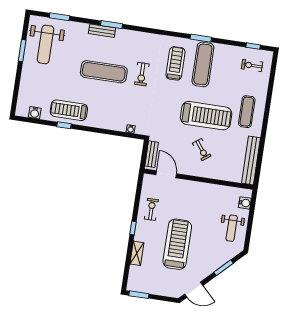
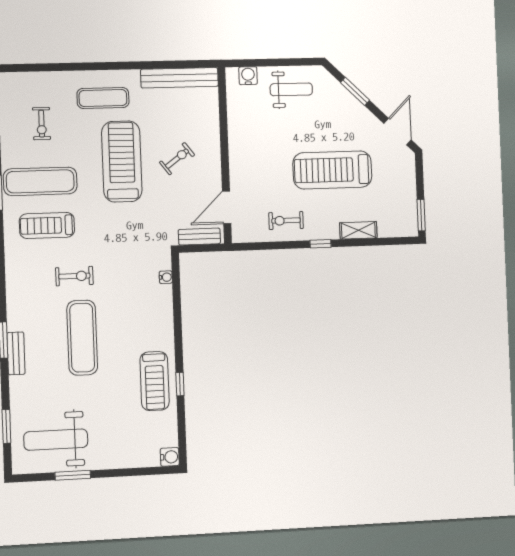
weight bench: (46, 44) -> (56, 440), turned 180
exercise bike: (252, 65) -> (42, 124), moved
water cooler: (35, 113) -> (170, 457), moved

